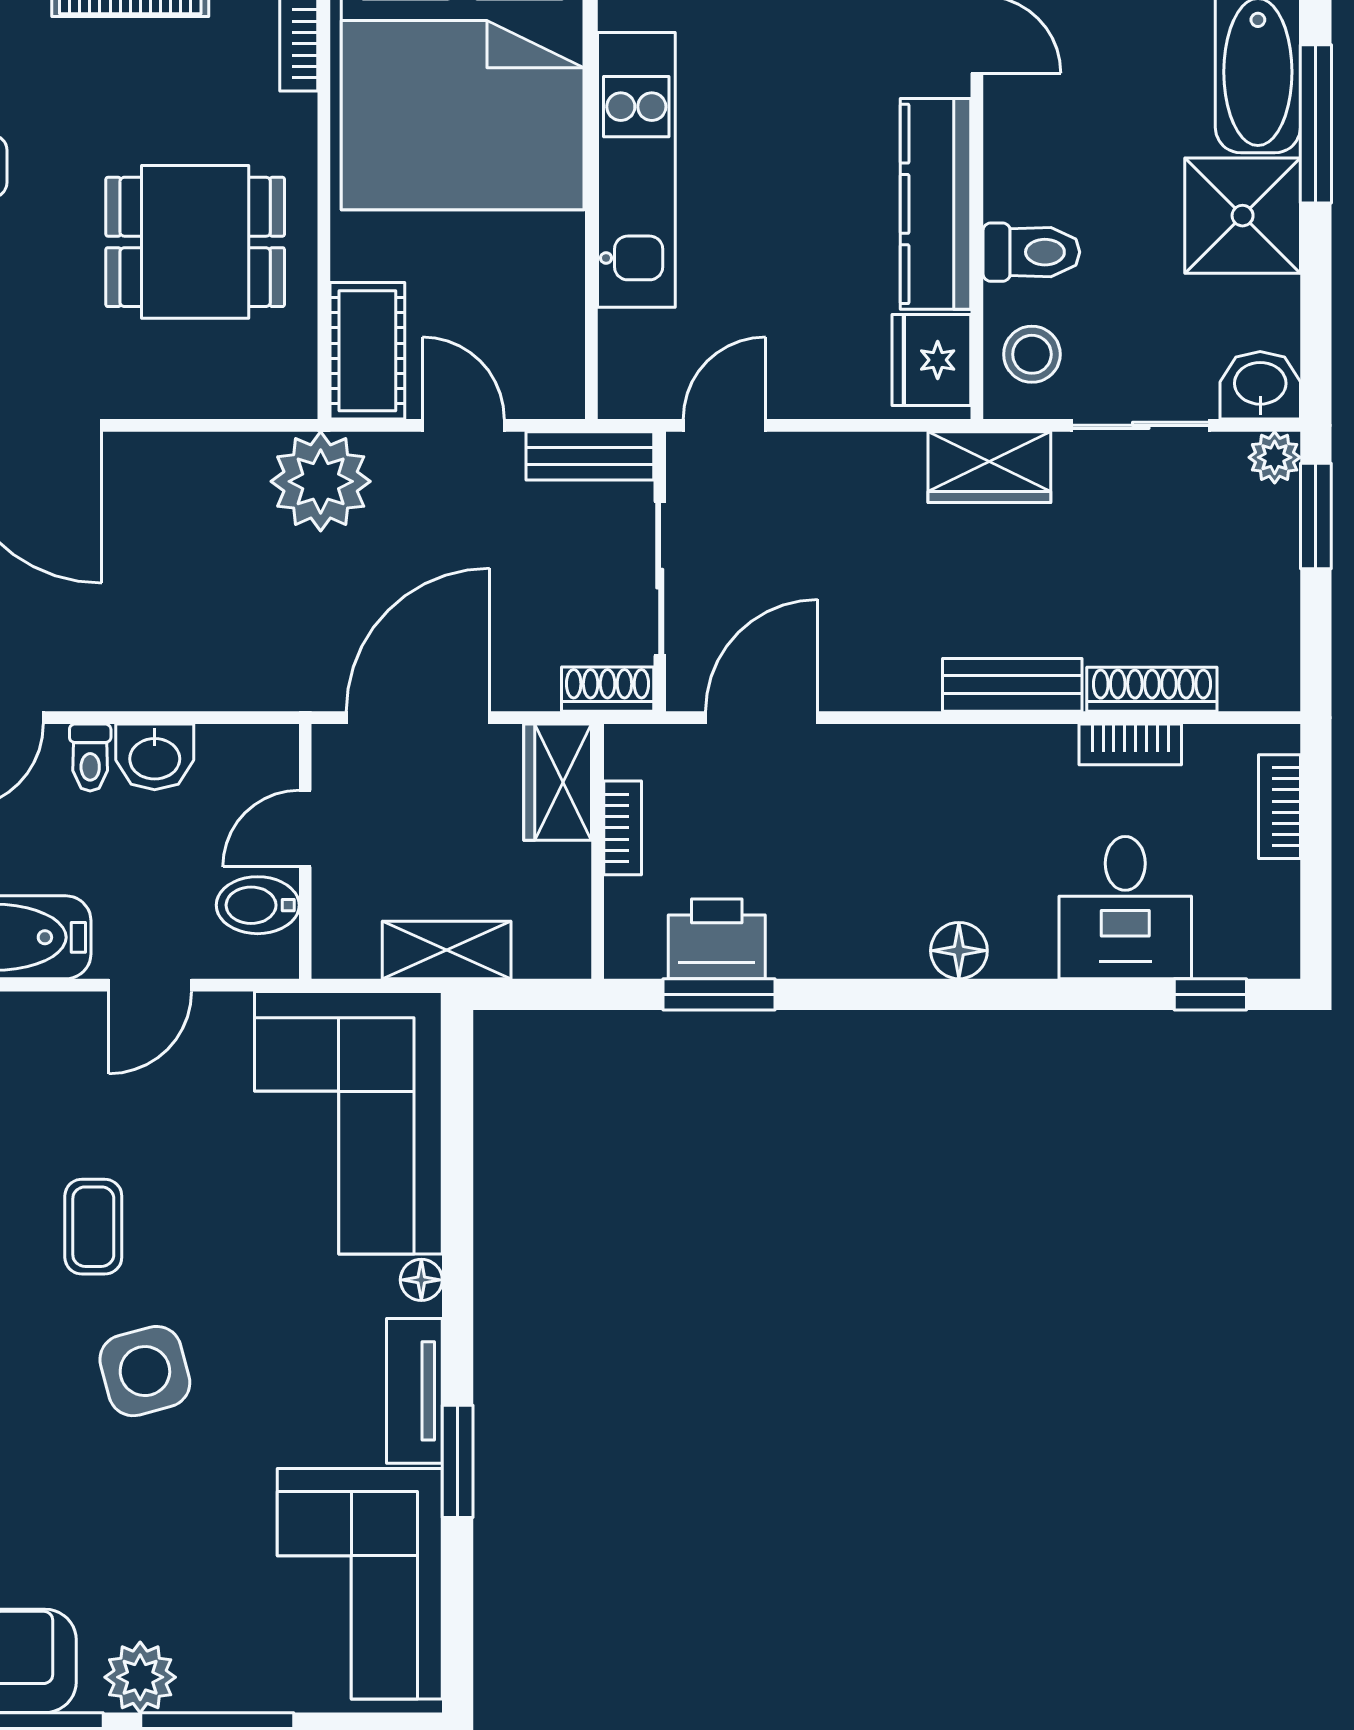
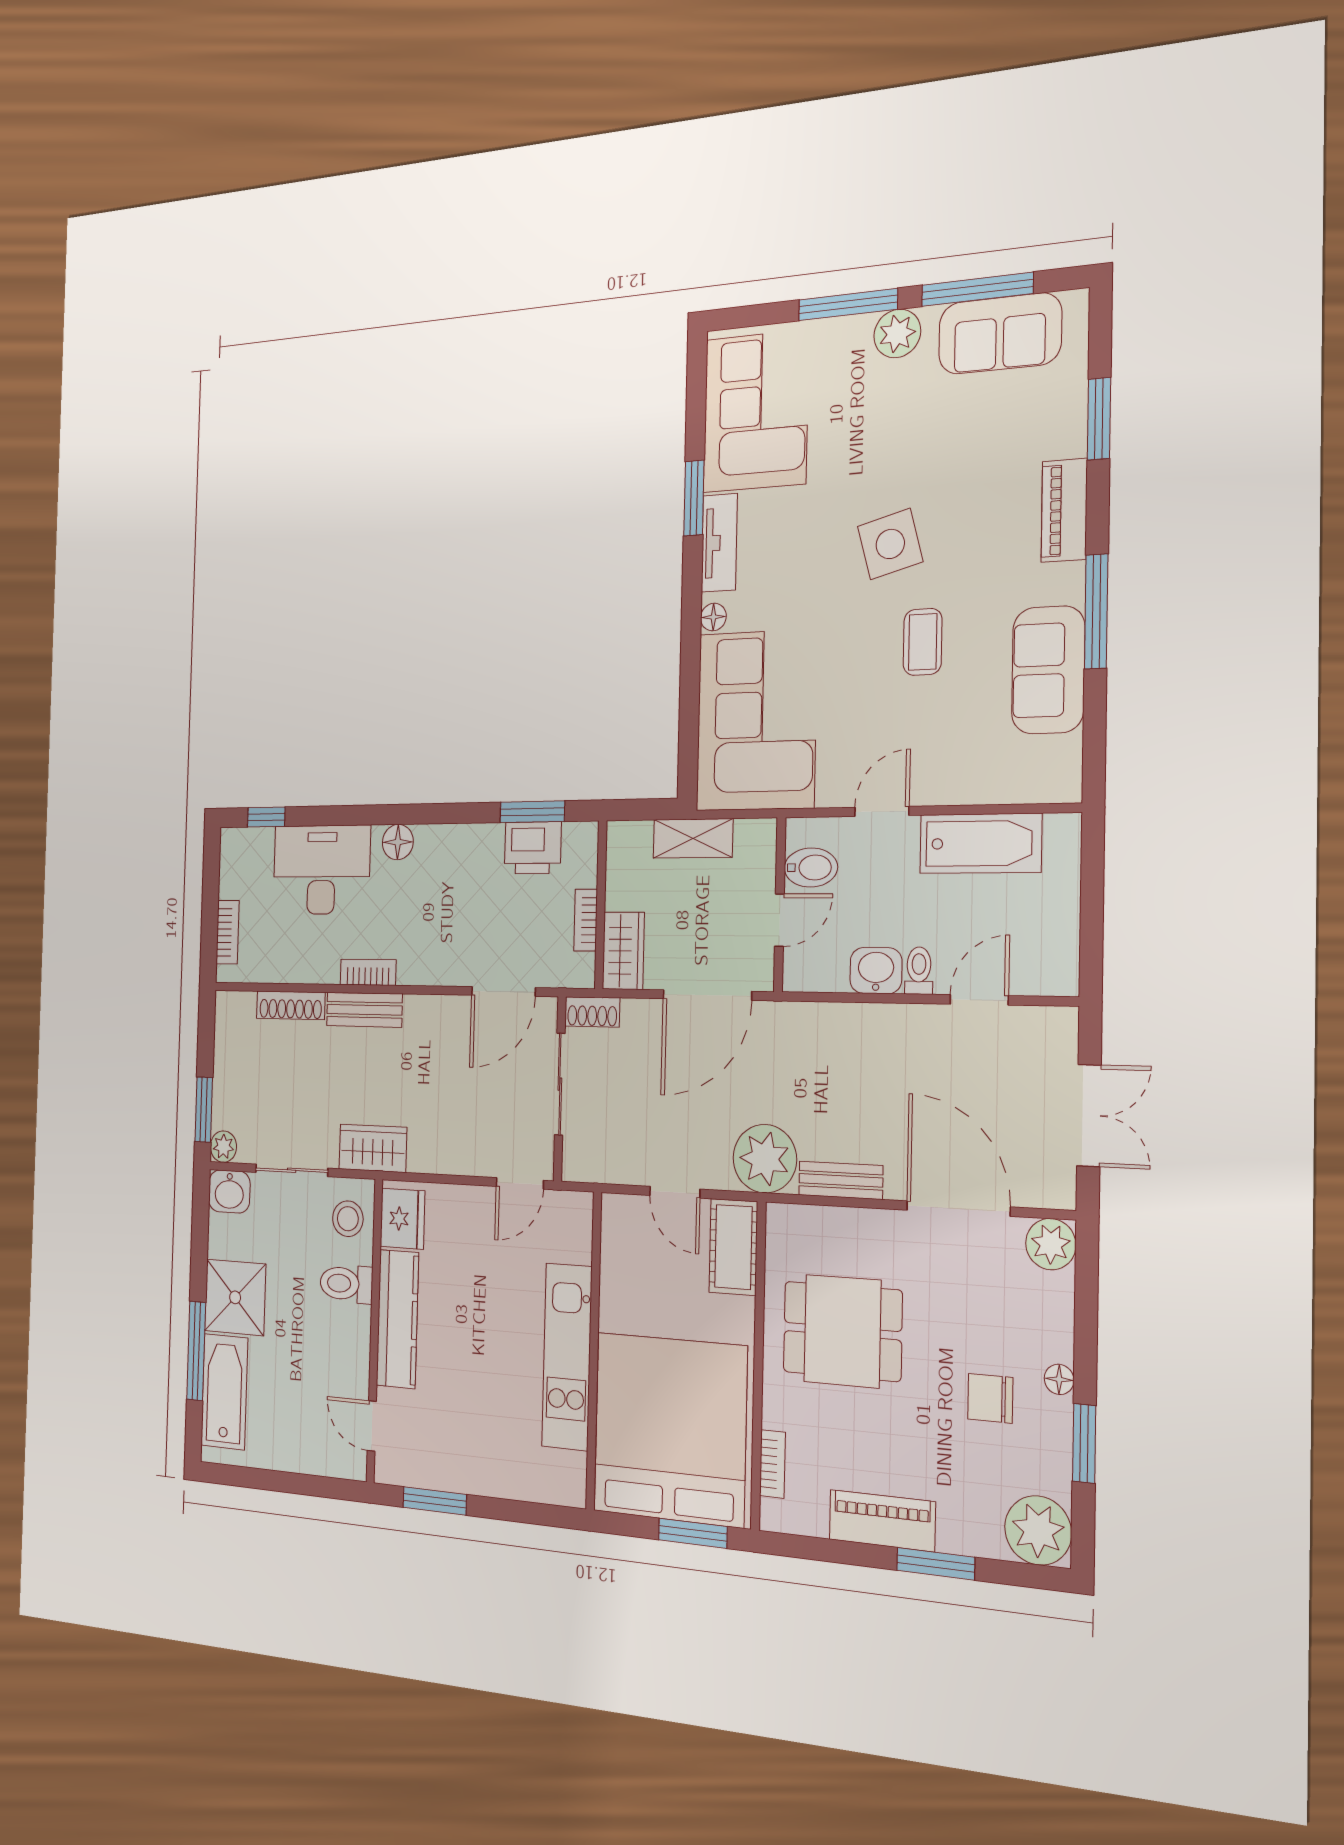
bench: (590, 456) -> (841, 1180), moved
bookcase: (1130, 744) -> (368, 972), moved
desk: (1125, 908) -> (322, 870), width x1.37

